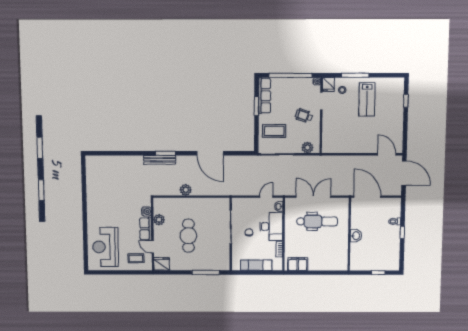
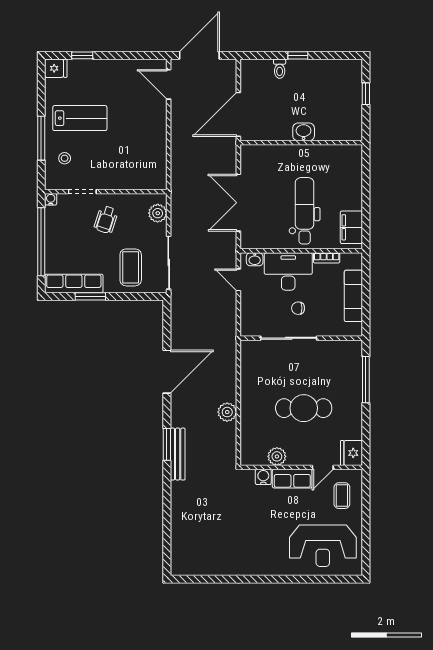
fridge: (328, 84) -> (56, 68), moved
door: (387, 154) -> (169, 84), hinge flipped
dental chair: (317, 221) -> (305, 211), moved

